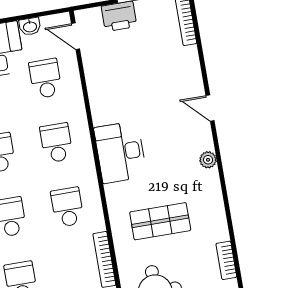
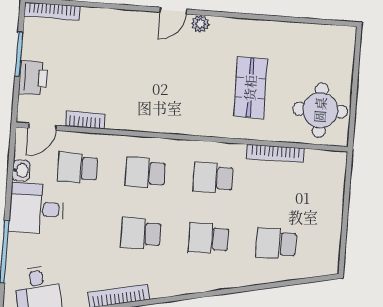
door: (210, 108) -> (173, 11), moved
desk: (120, 152) -> (171, 110), removed
bookcase: (226, 260) -> (85, 120), moved, turned 180

